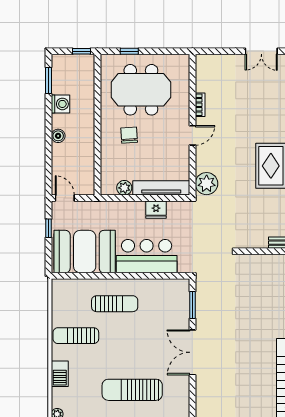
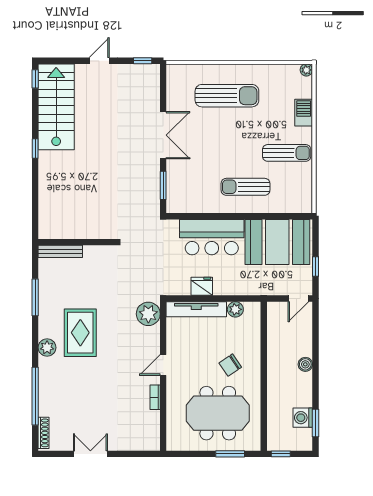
window: (129, 51) -> (230, 454), width x1.50
washing machine: (61, 104) -> (303, 418), moved
chair: (129, 135) -> (230, 365), turned 60
door: (65, 198) -> (298, 298), hinge flipped

